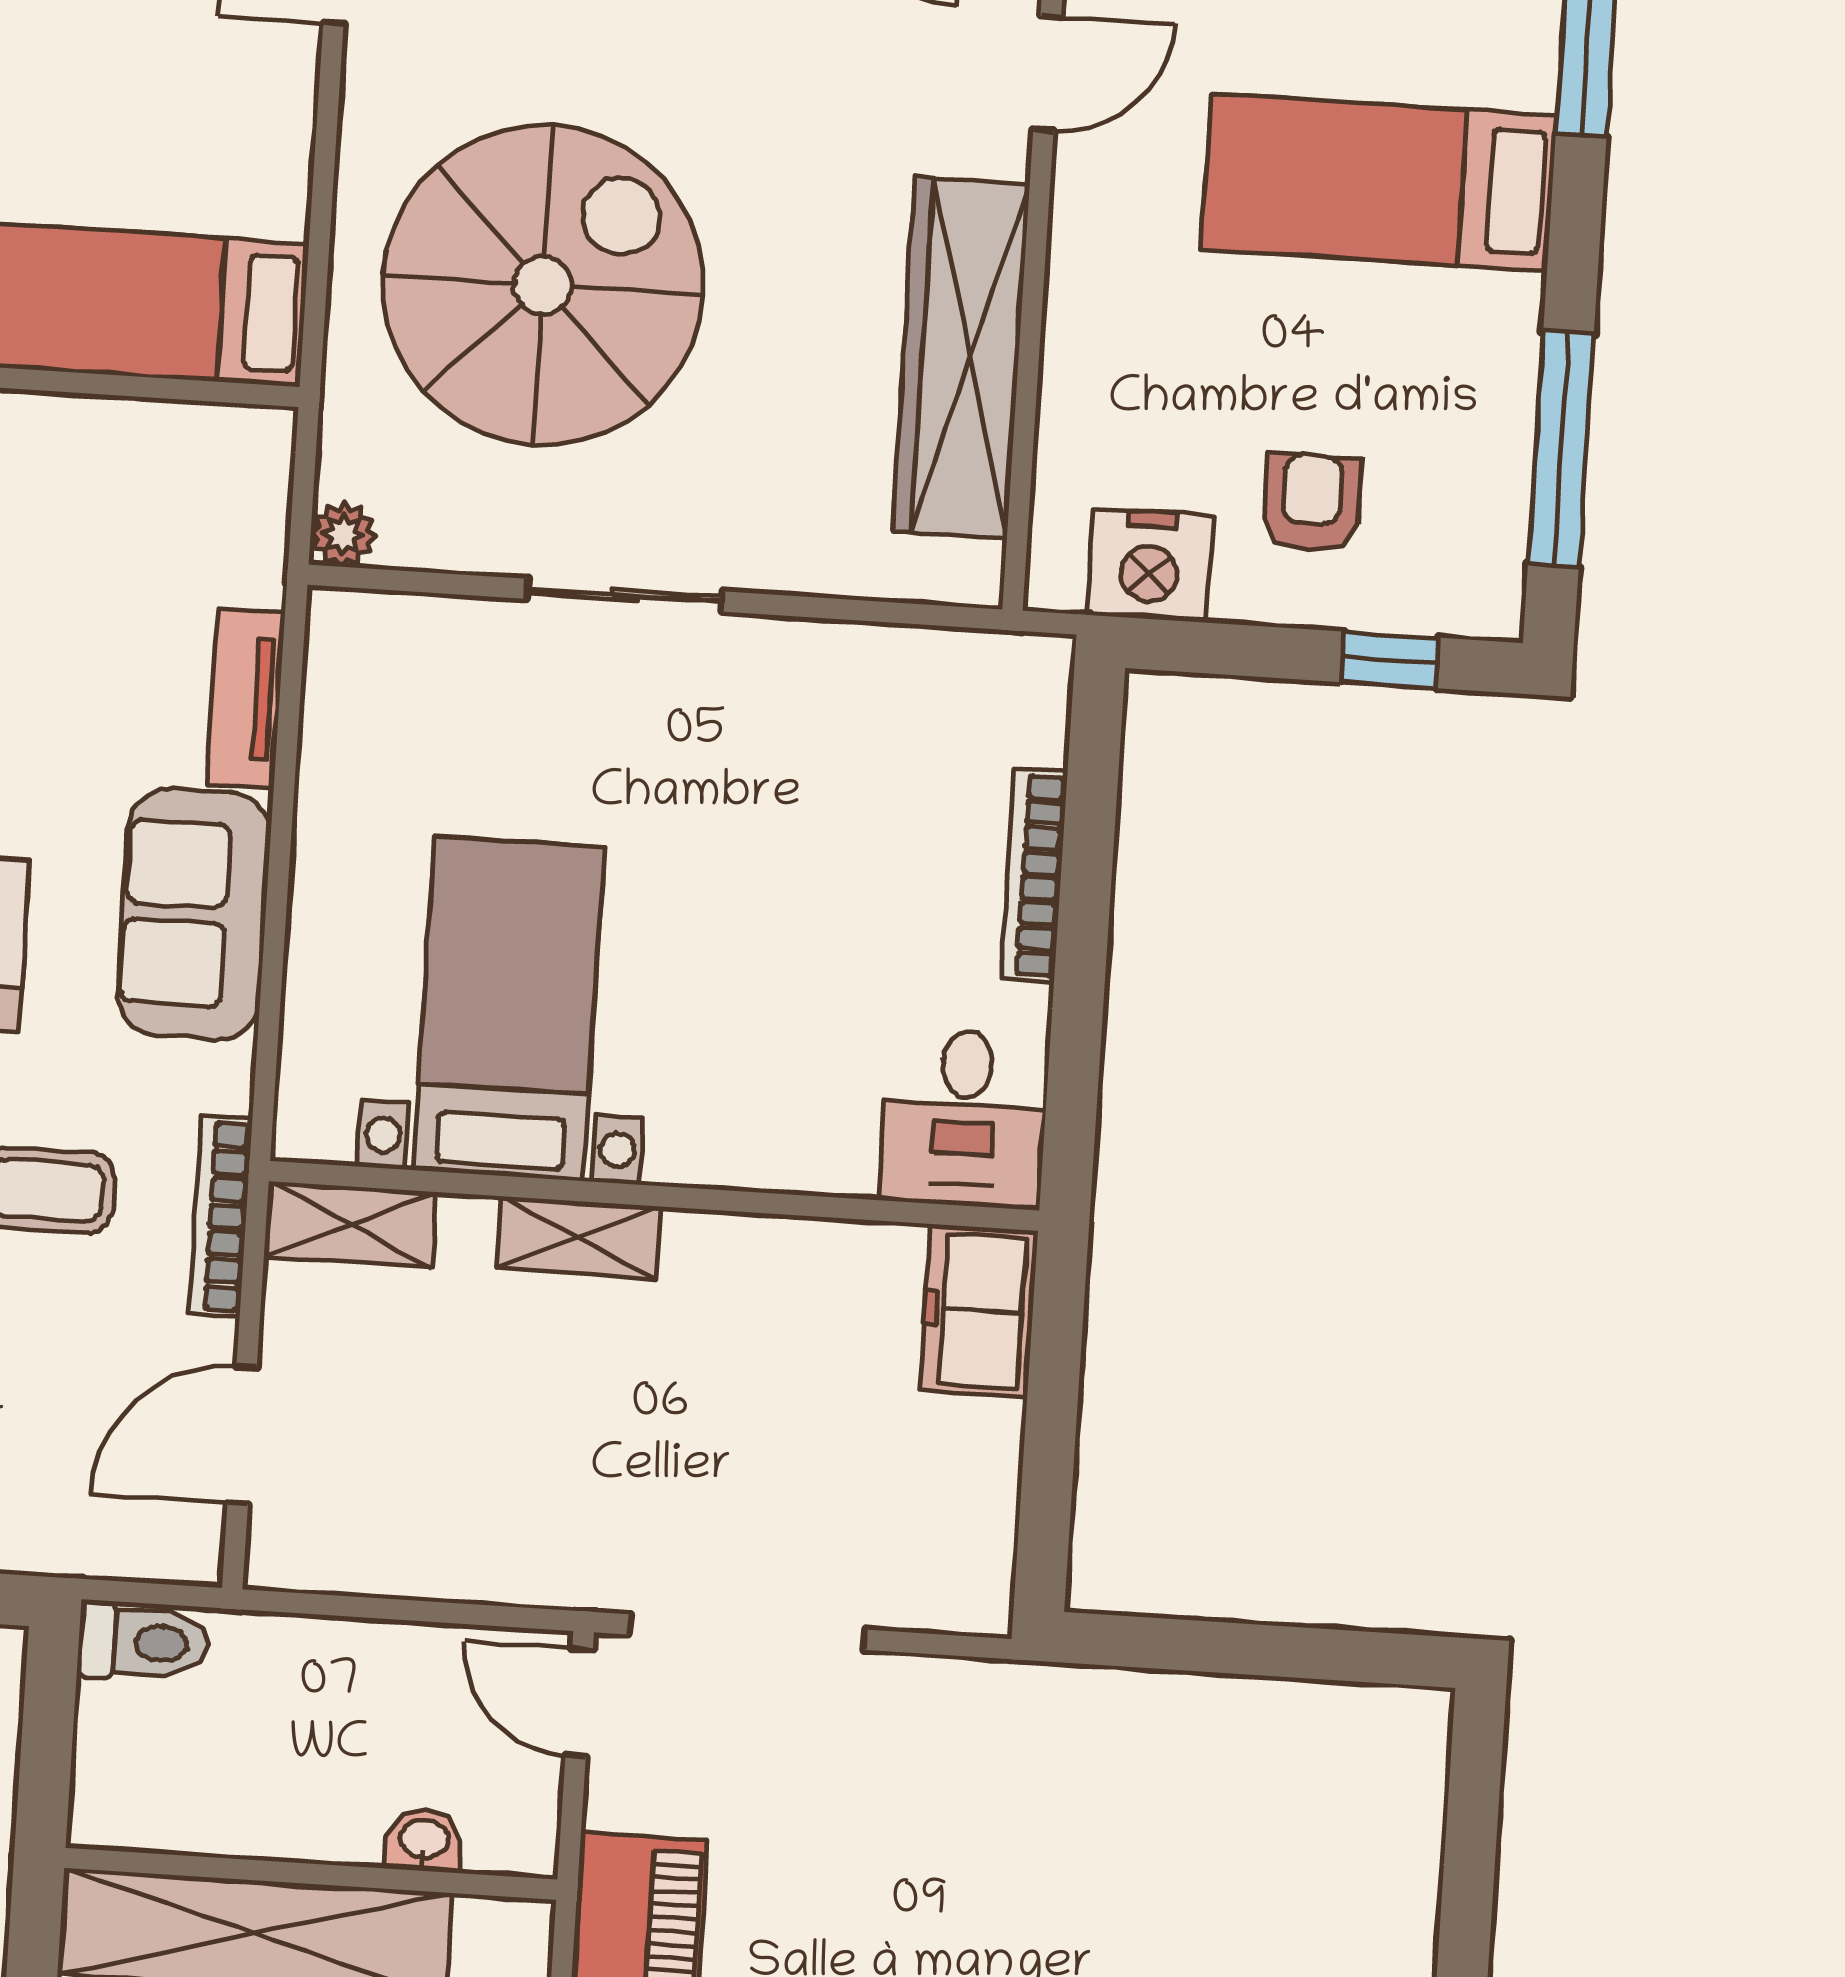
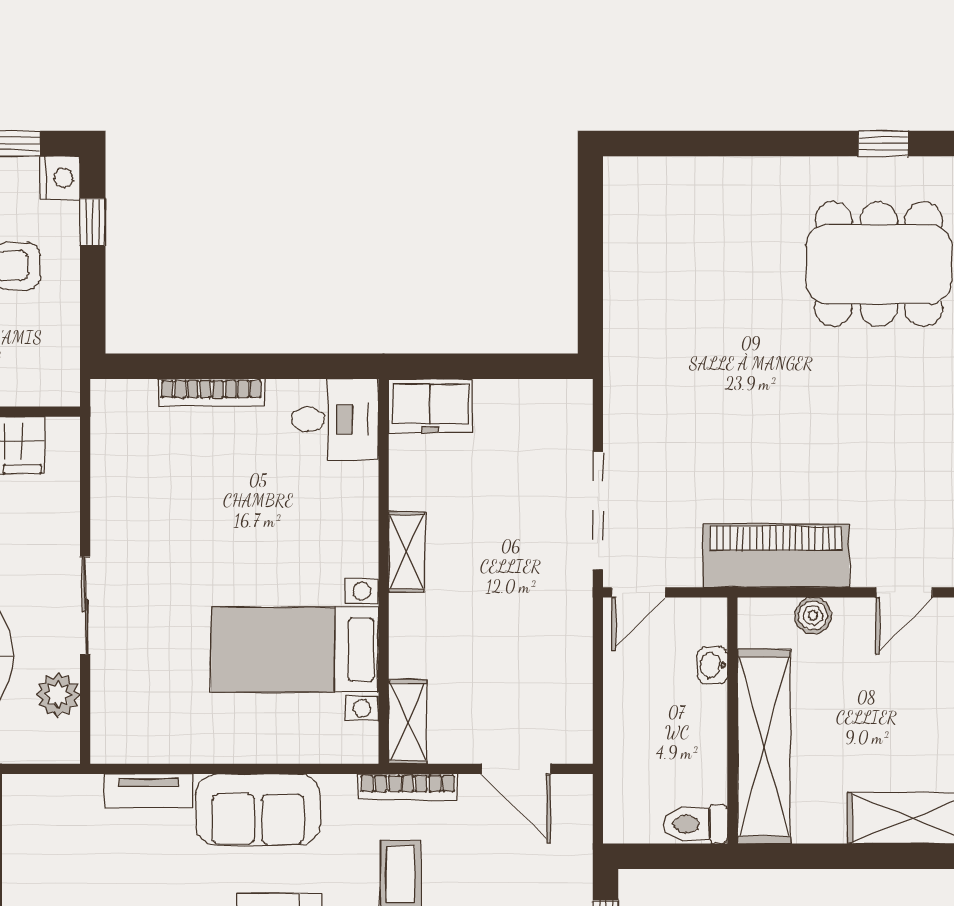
plant: (343, 535) -> (58, 695), moved, width x1.38, depth x1.38
nightstand: (1150, 565) -> (60, 178), moved, width x0.74, depth x0.75
shelving: (578, 1237) -> (407, 552), moved
toilet: (143, 1642) -> (695, 824), moved, turned -90

